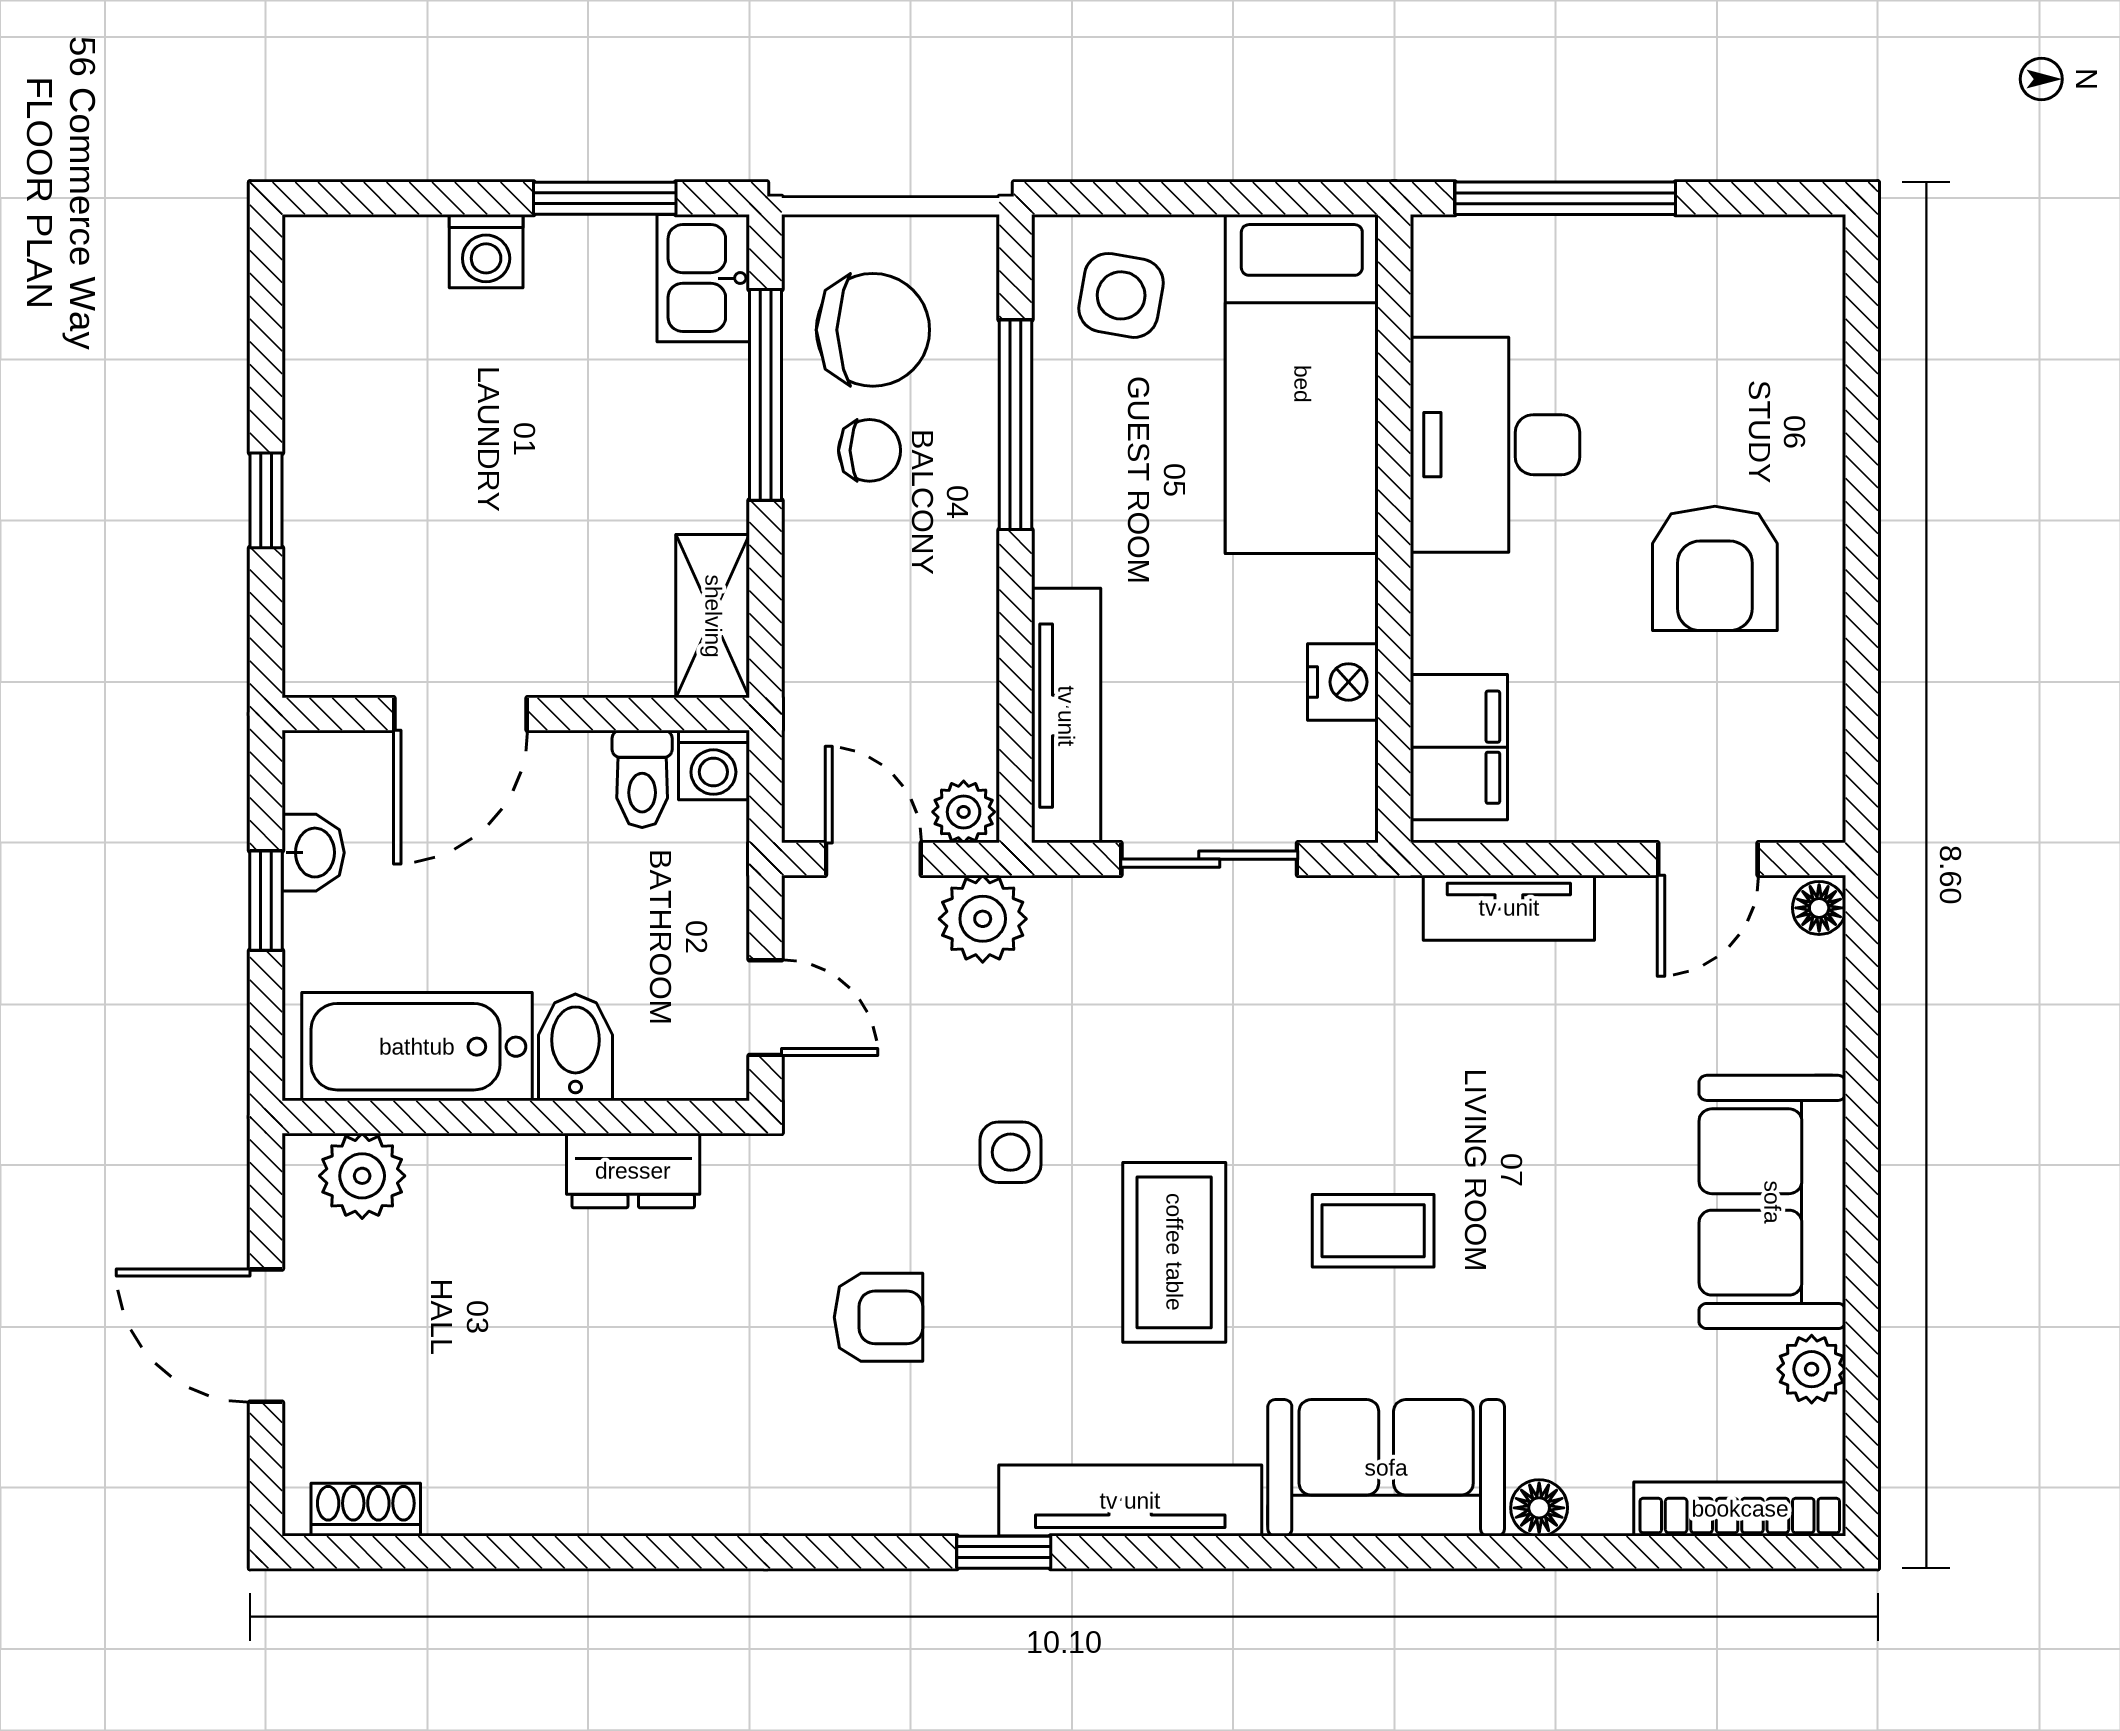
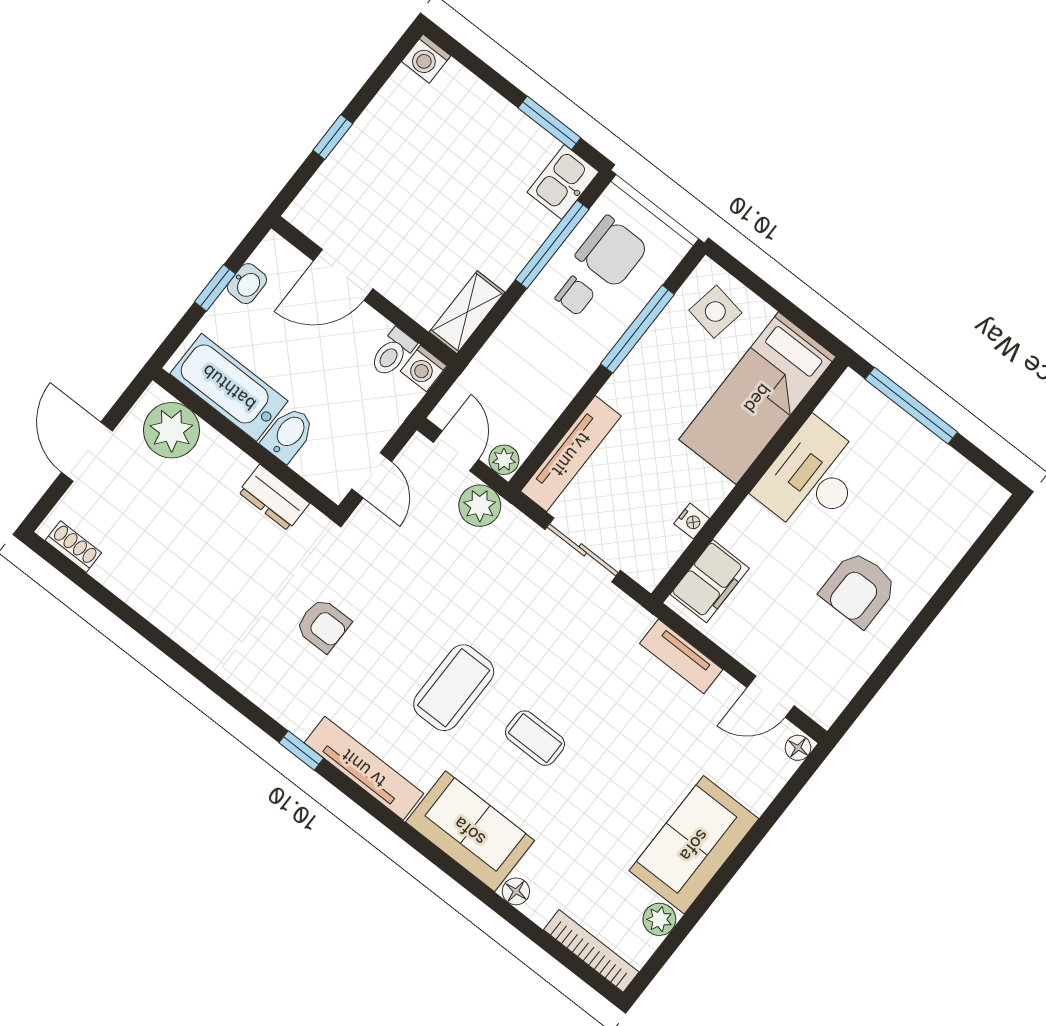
washing machine: (486, 251) -> (426, 59), moved
nightstand: (1343, 682) -> (692, 521), width x0.72, depth x0.74
side table: (1011, 1152) -> (421, 602), removed
plant: (362, 1176) -> (171, 430), width x1.36, depth x1.36

